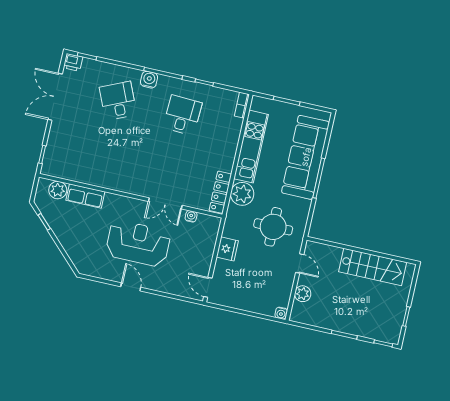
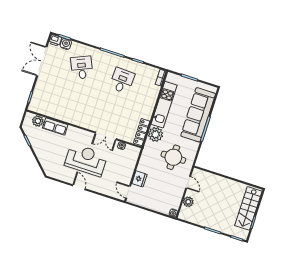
water cooler: (149, 80) -> (66, 44), moved
fridge: (227, 249) -> (139, 179), moved
stairs: (373, 267) -> (248, 208), moved, turned 90

